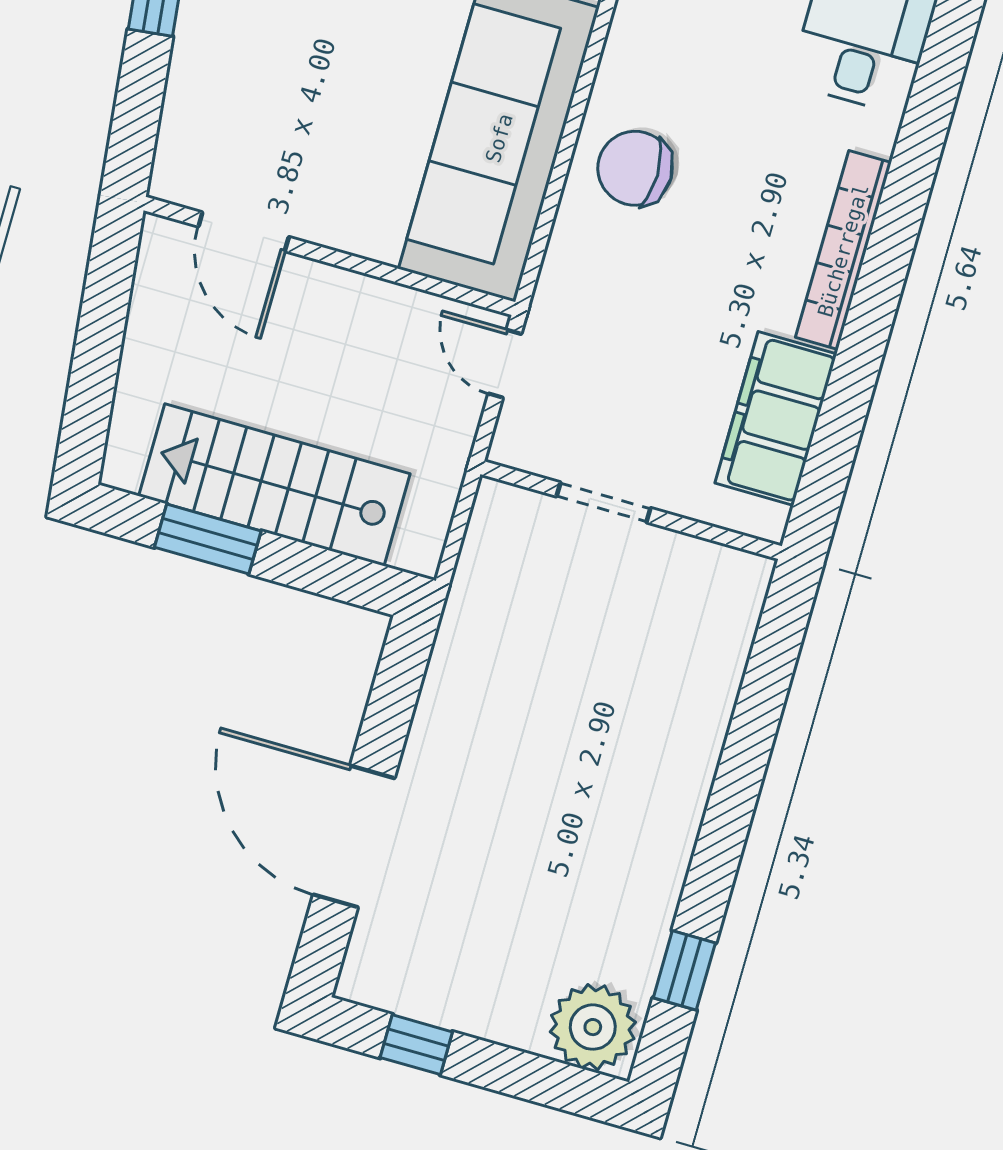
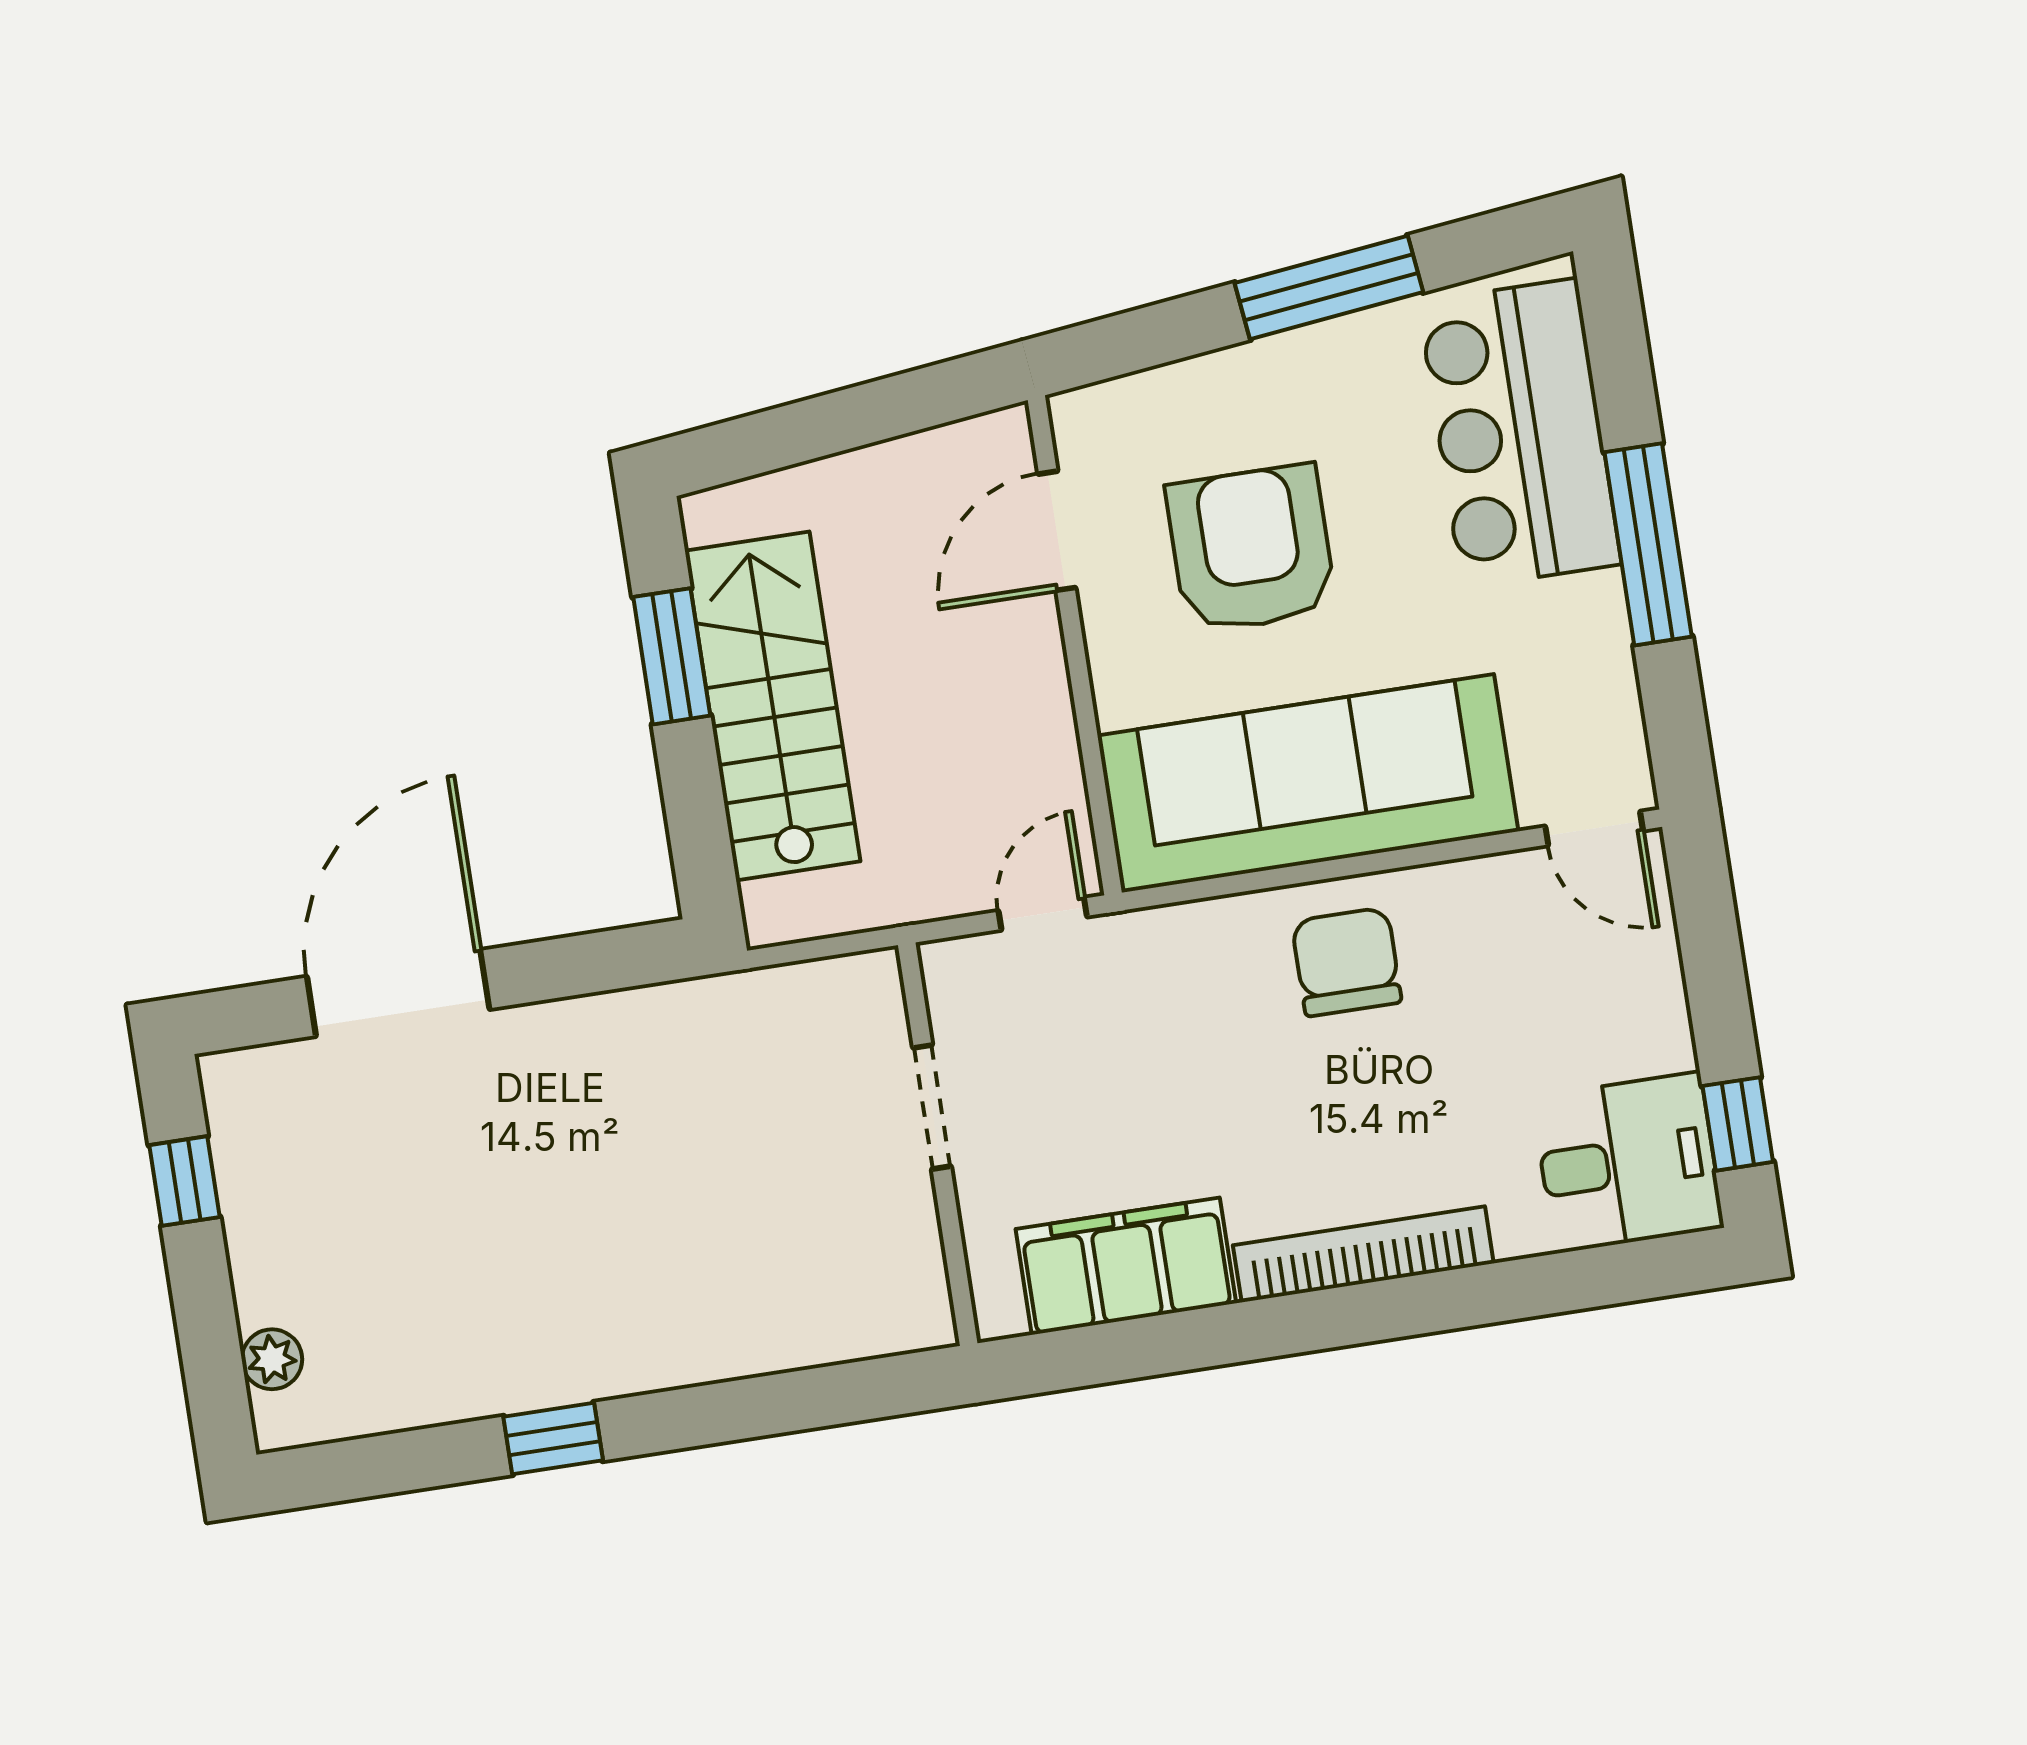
armchair: (318, 103) -> (1251, 549), added
window: (684, 970) -> (553, 1438), moved
plant: (593, 1027) -> (272, 1359), width x0.53, depth x0.53

